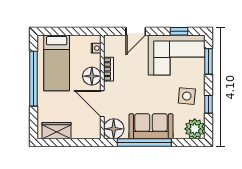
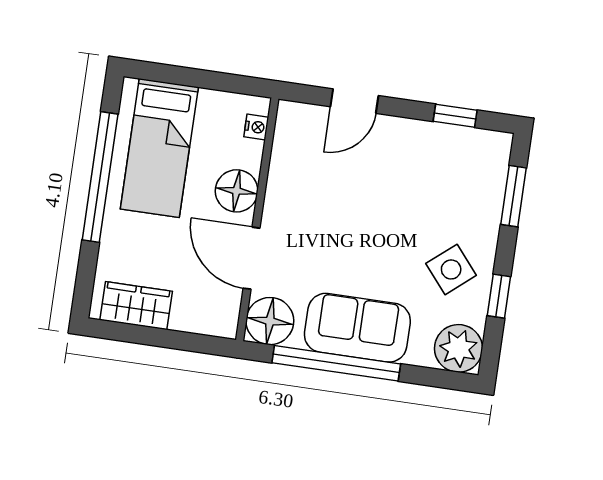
corner sofa: (177, 55) -> (441, 170), removed
bookcase: (108, 69) -> (278, 180), removed
side table: (187, 96) -> (451, 269), turned 45

